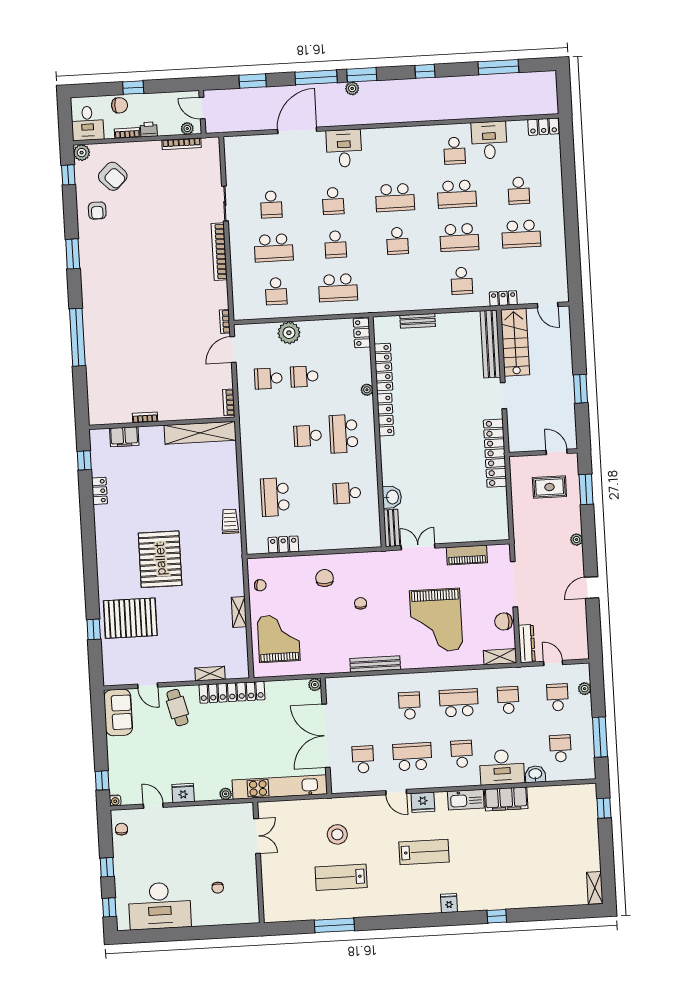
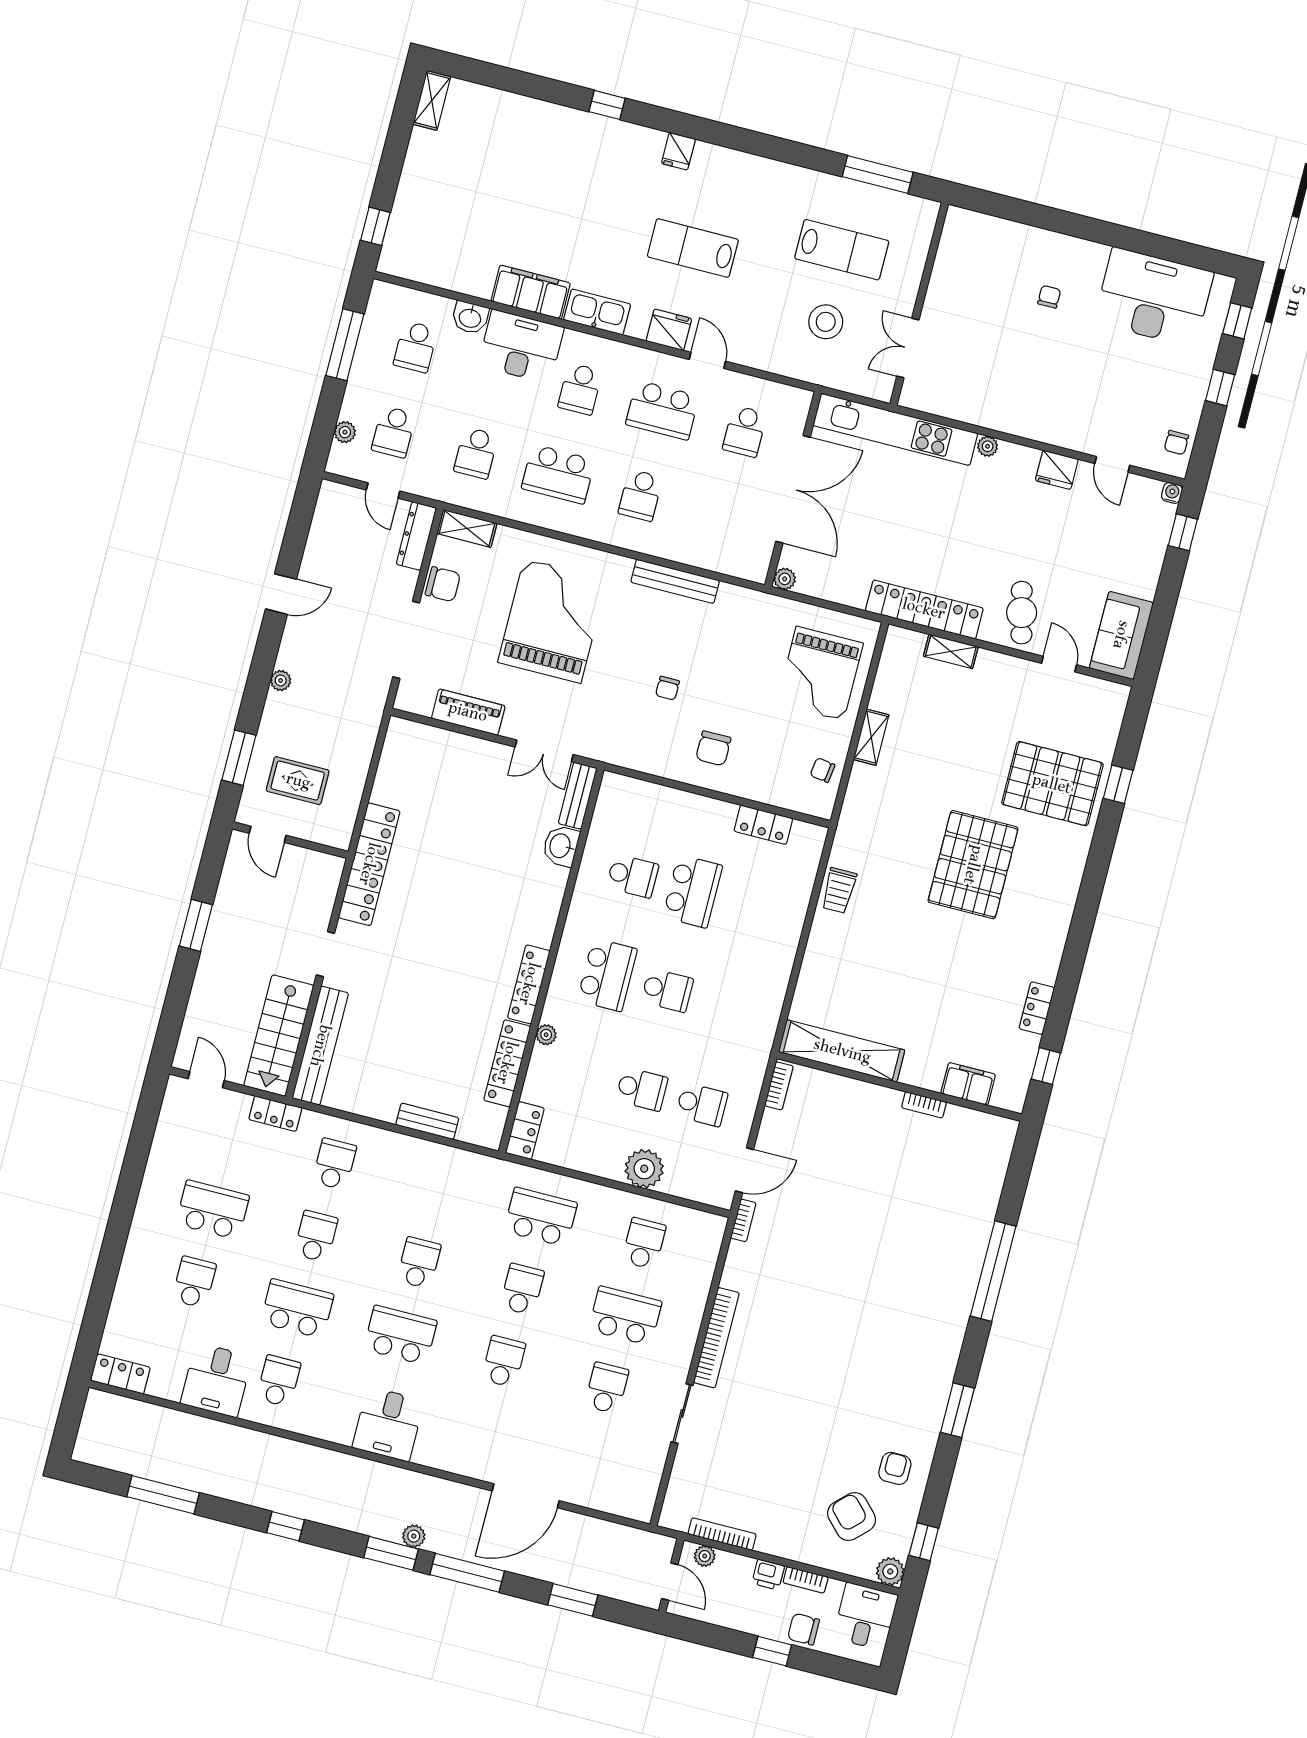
desk: (344, 148) -> (388, 1424), moved
school desk: (459, 237) -> (316, 1236), width x0.54
school desk: (275, 497) -> (693, 891), moved
double door: (257, 836) -> (908, 348), moved
wall: (259, 862) -> (919, 304), moved

